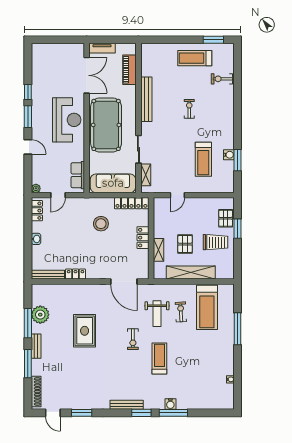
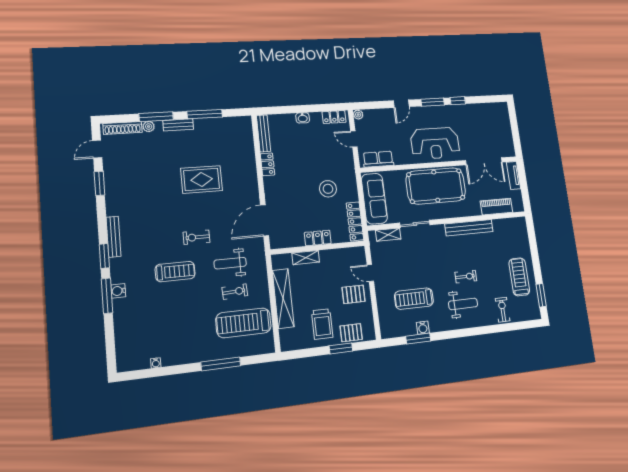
weight bench: (213, 115) -> (463, 304), added
pallet: (185, 244) -> (353, 294), moved
plant: (40, 315) -> (149, 127), moved, width x0.53, depth x0.53

